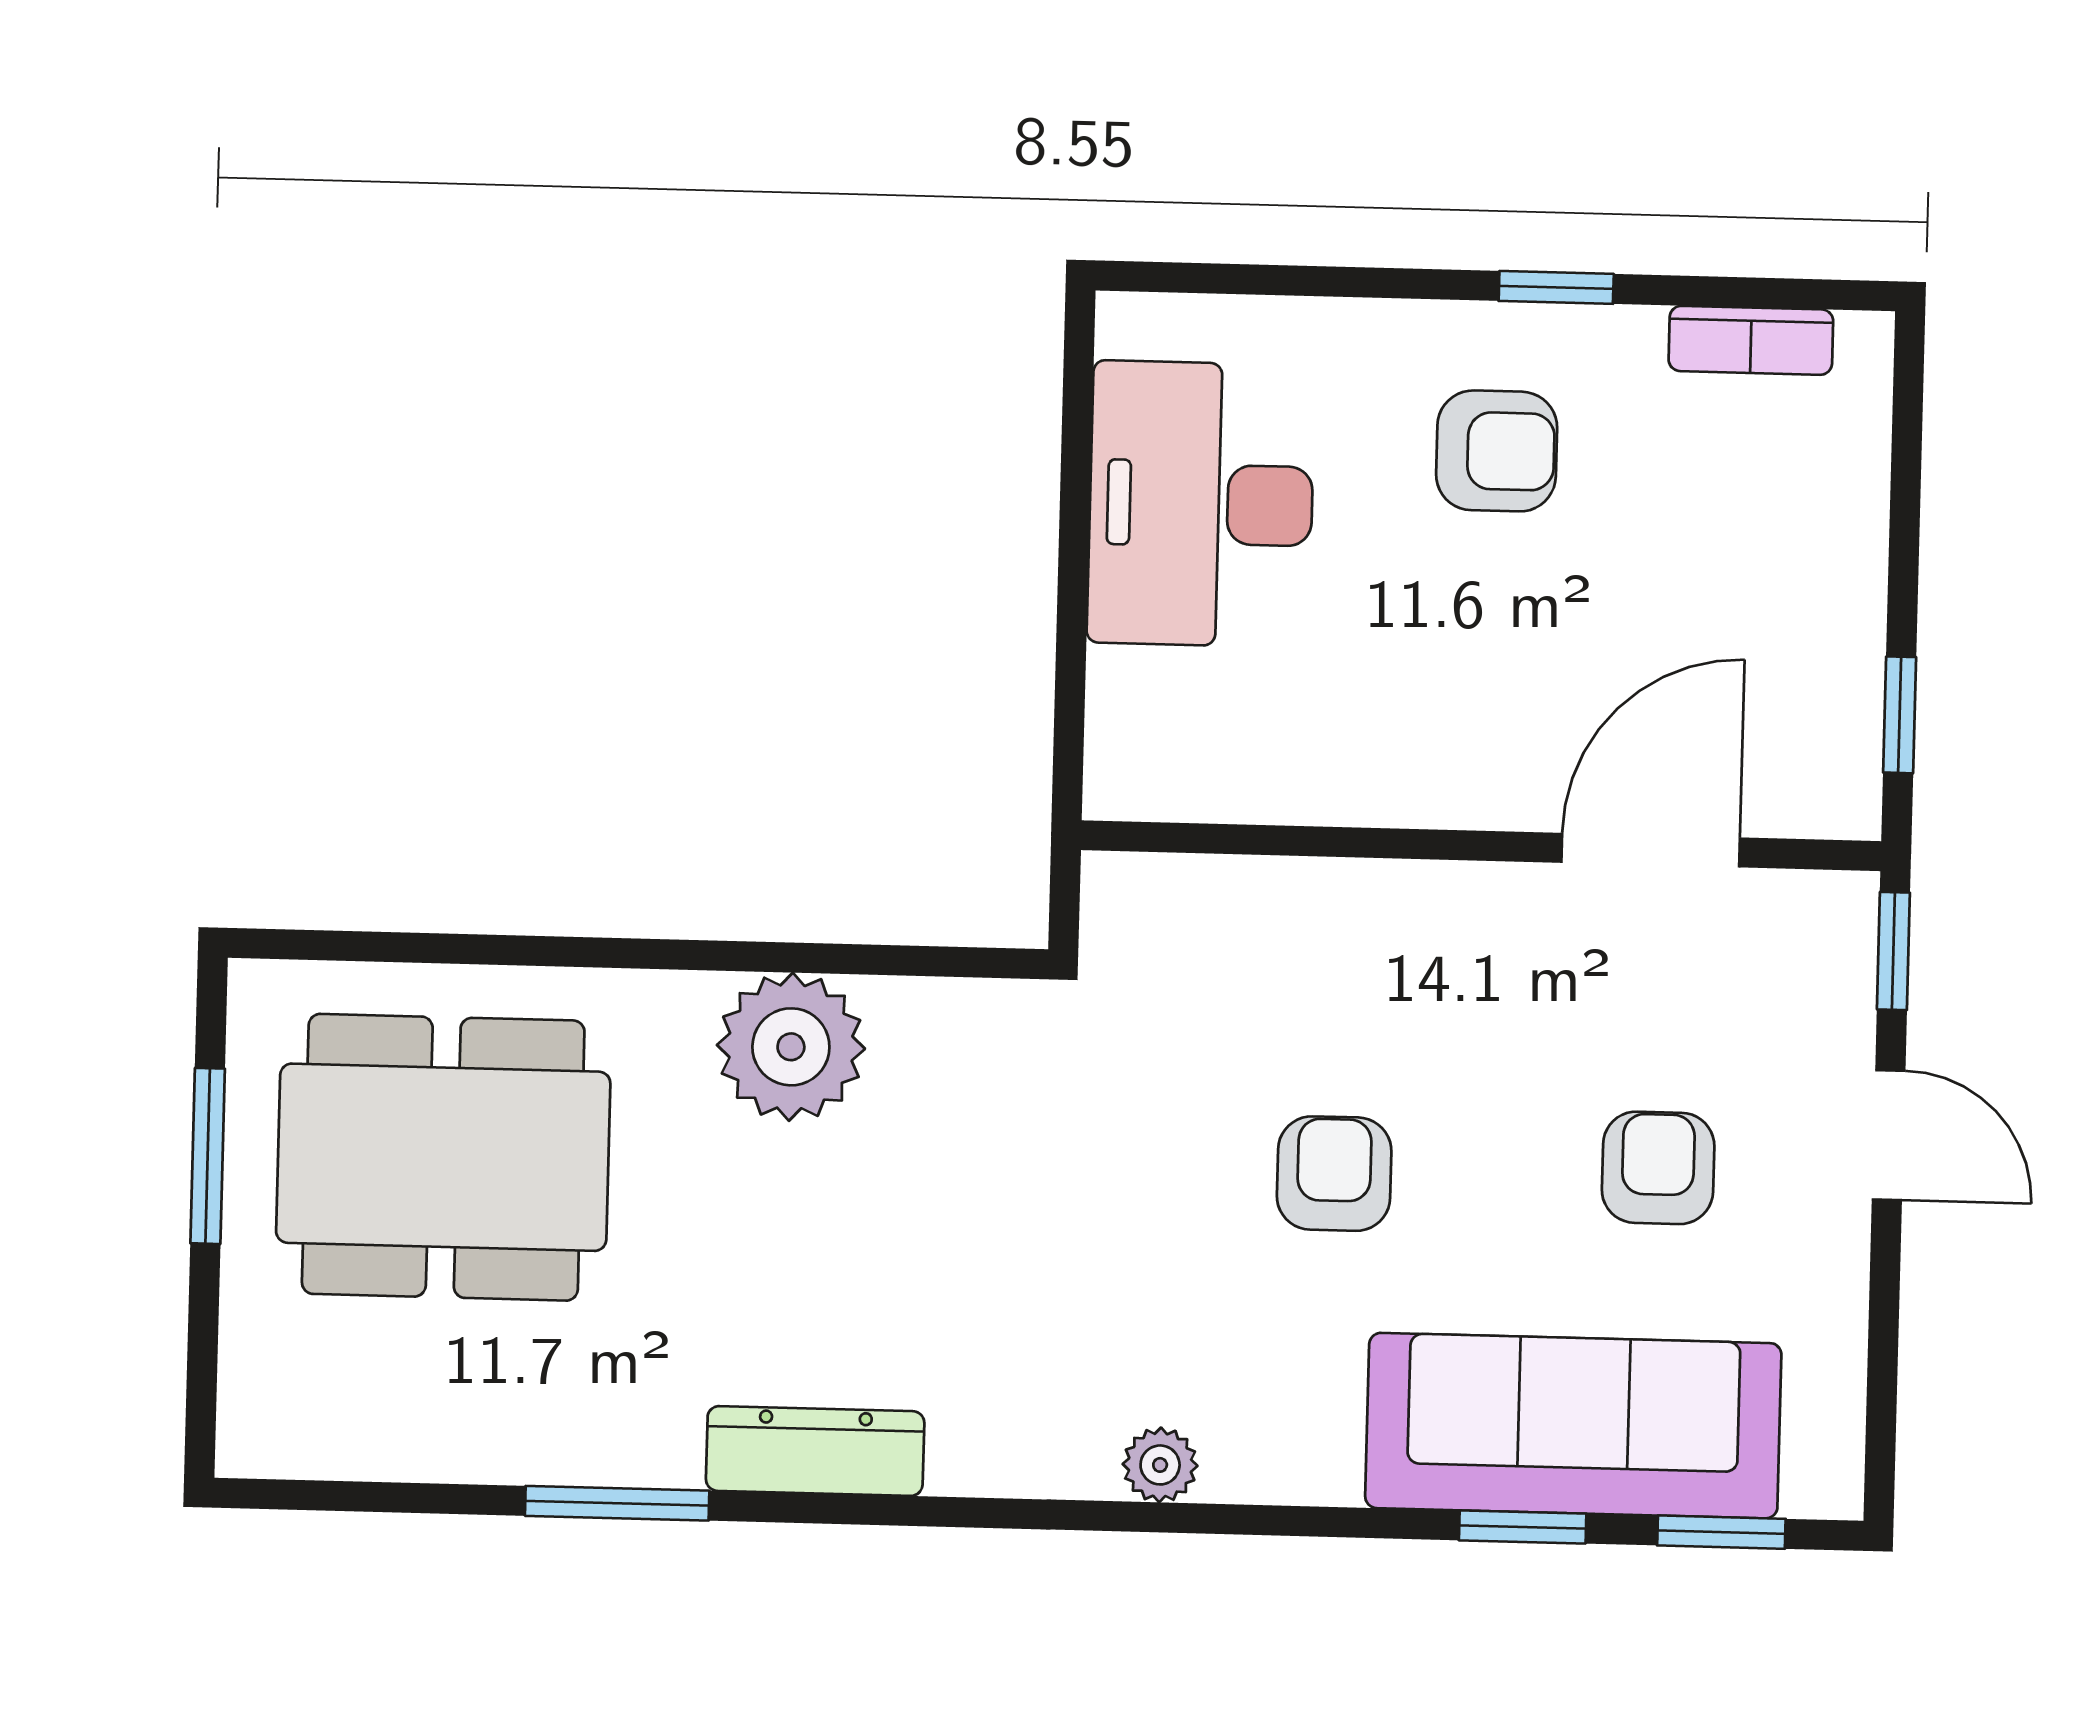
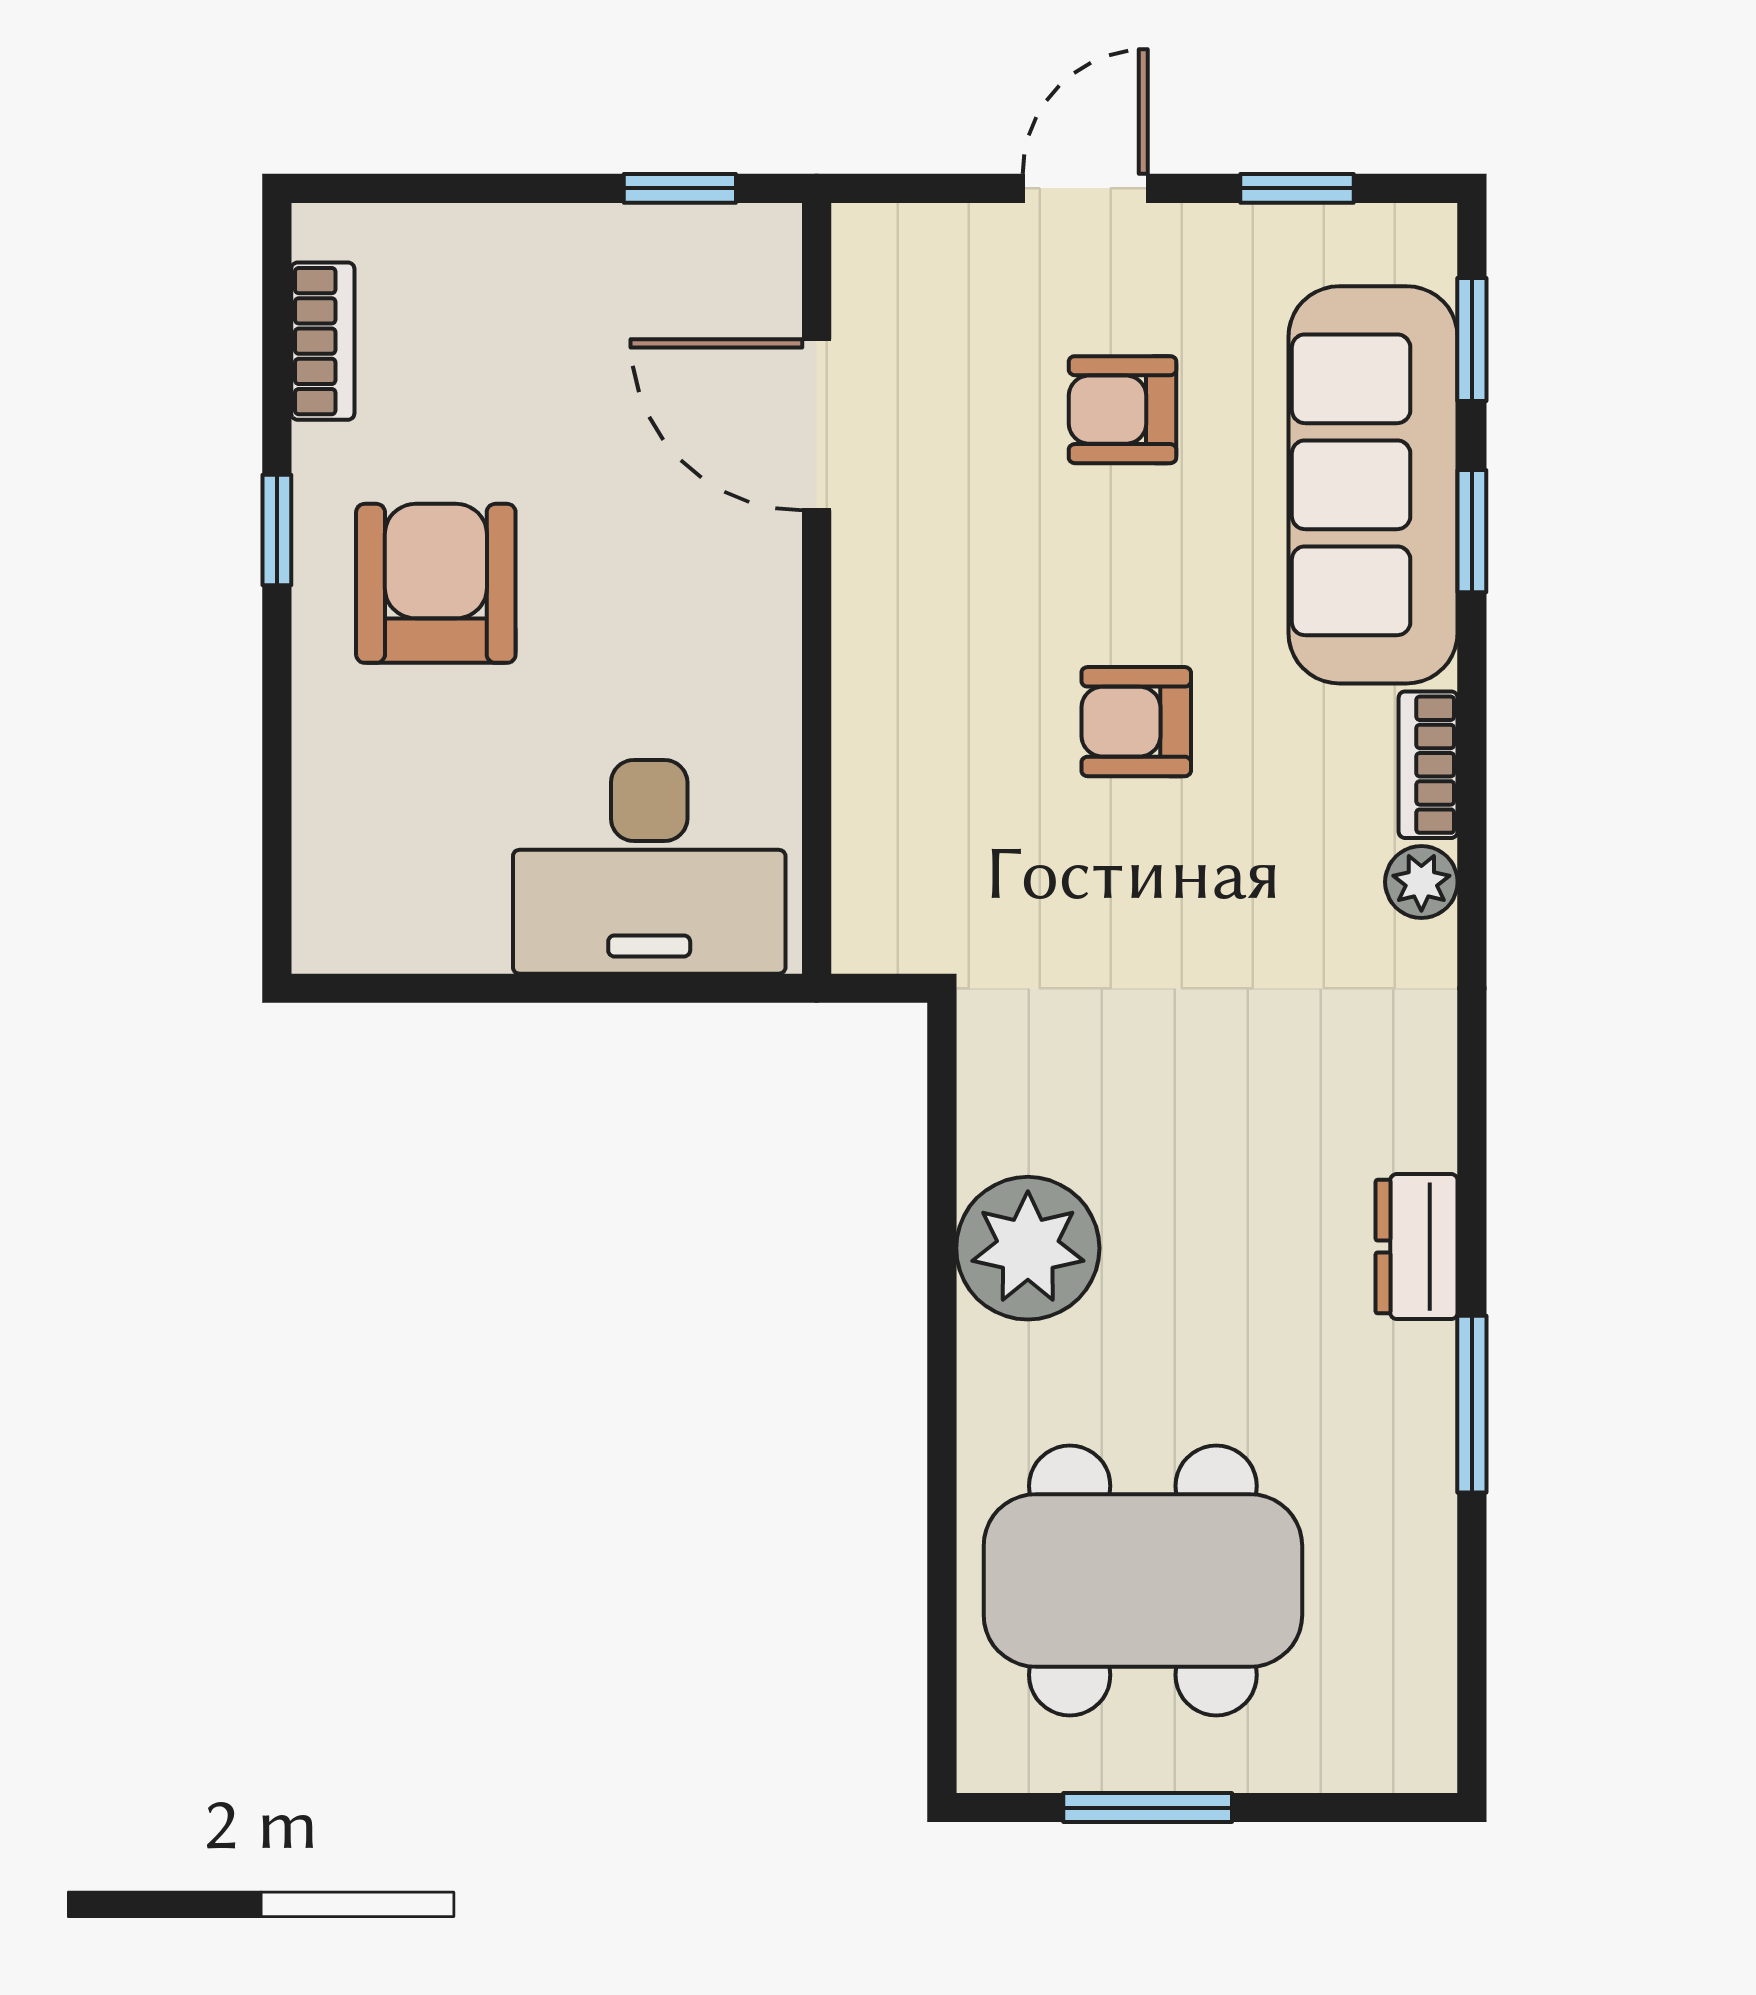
armchair: (1497, 451) -> (436, 583), width x1.38, depth x1.38
desk: (1201, 504) -> (649, 867), moved
window: (1893, 951) -> (1297, 188), moved
dining table: (443, 1157) -> (1143, 1580), turned 90
dresser: (815, 1451) -> (1417, 1247), width x0.70
bookcase: (1282, 1475) -> (1428, 765), added

